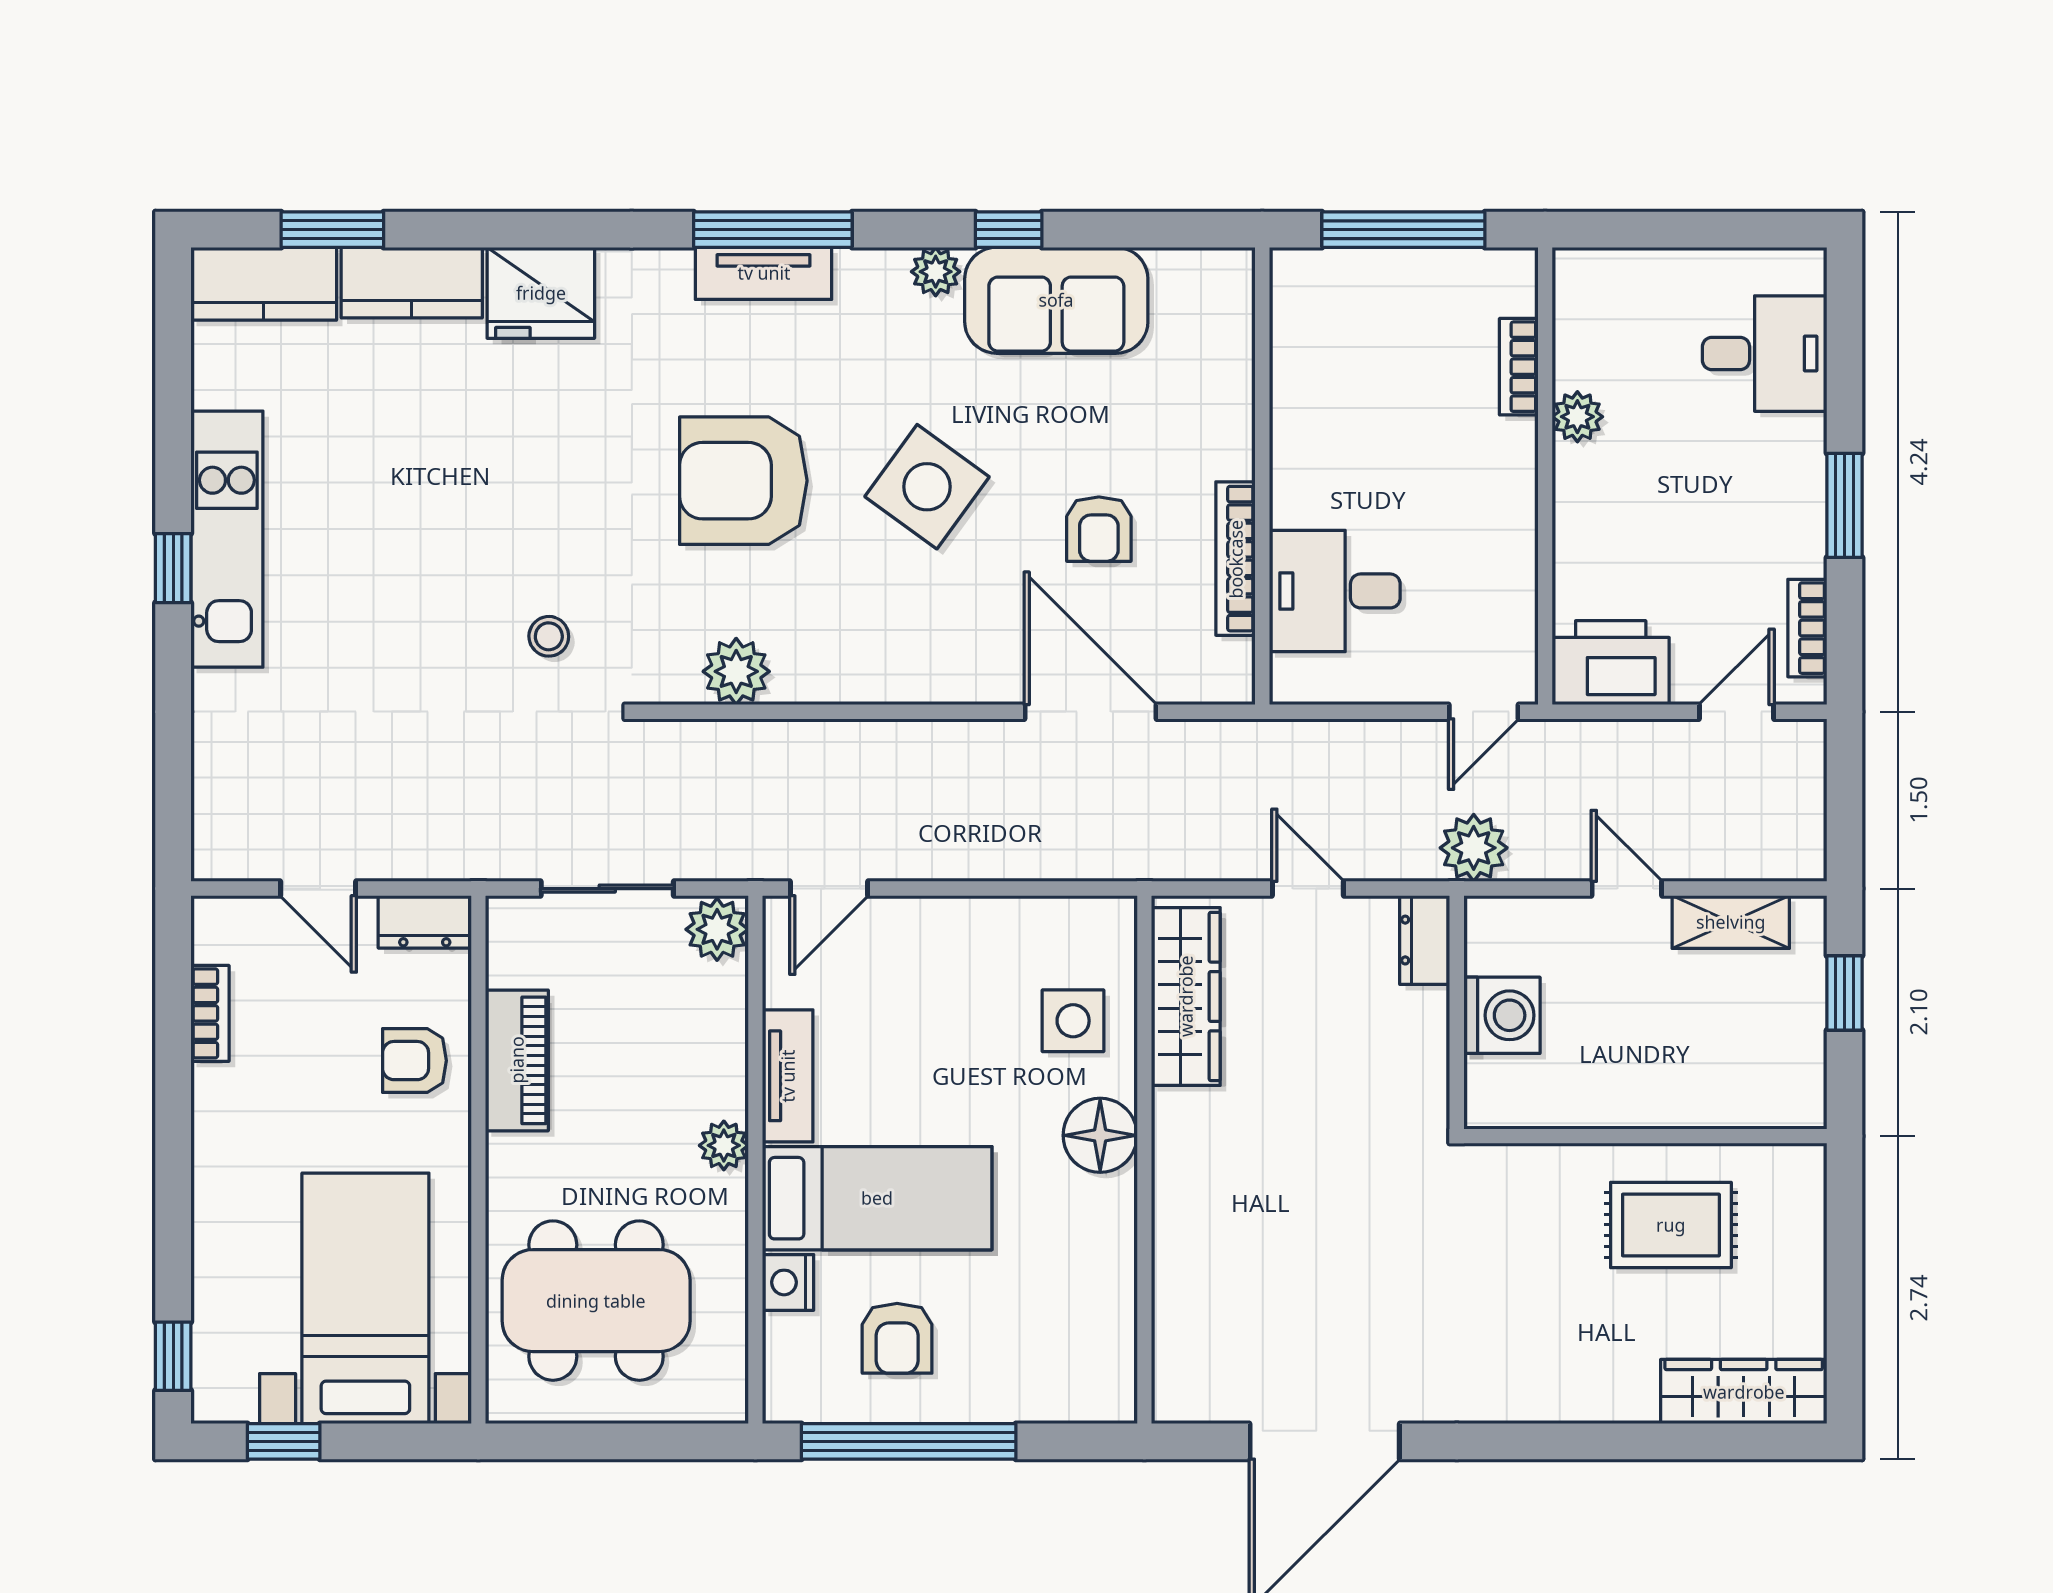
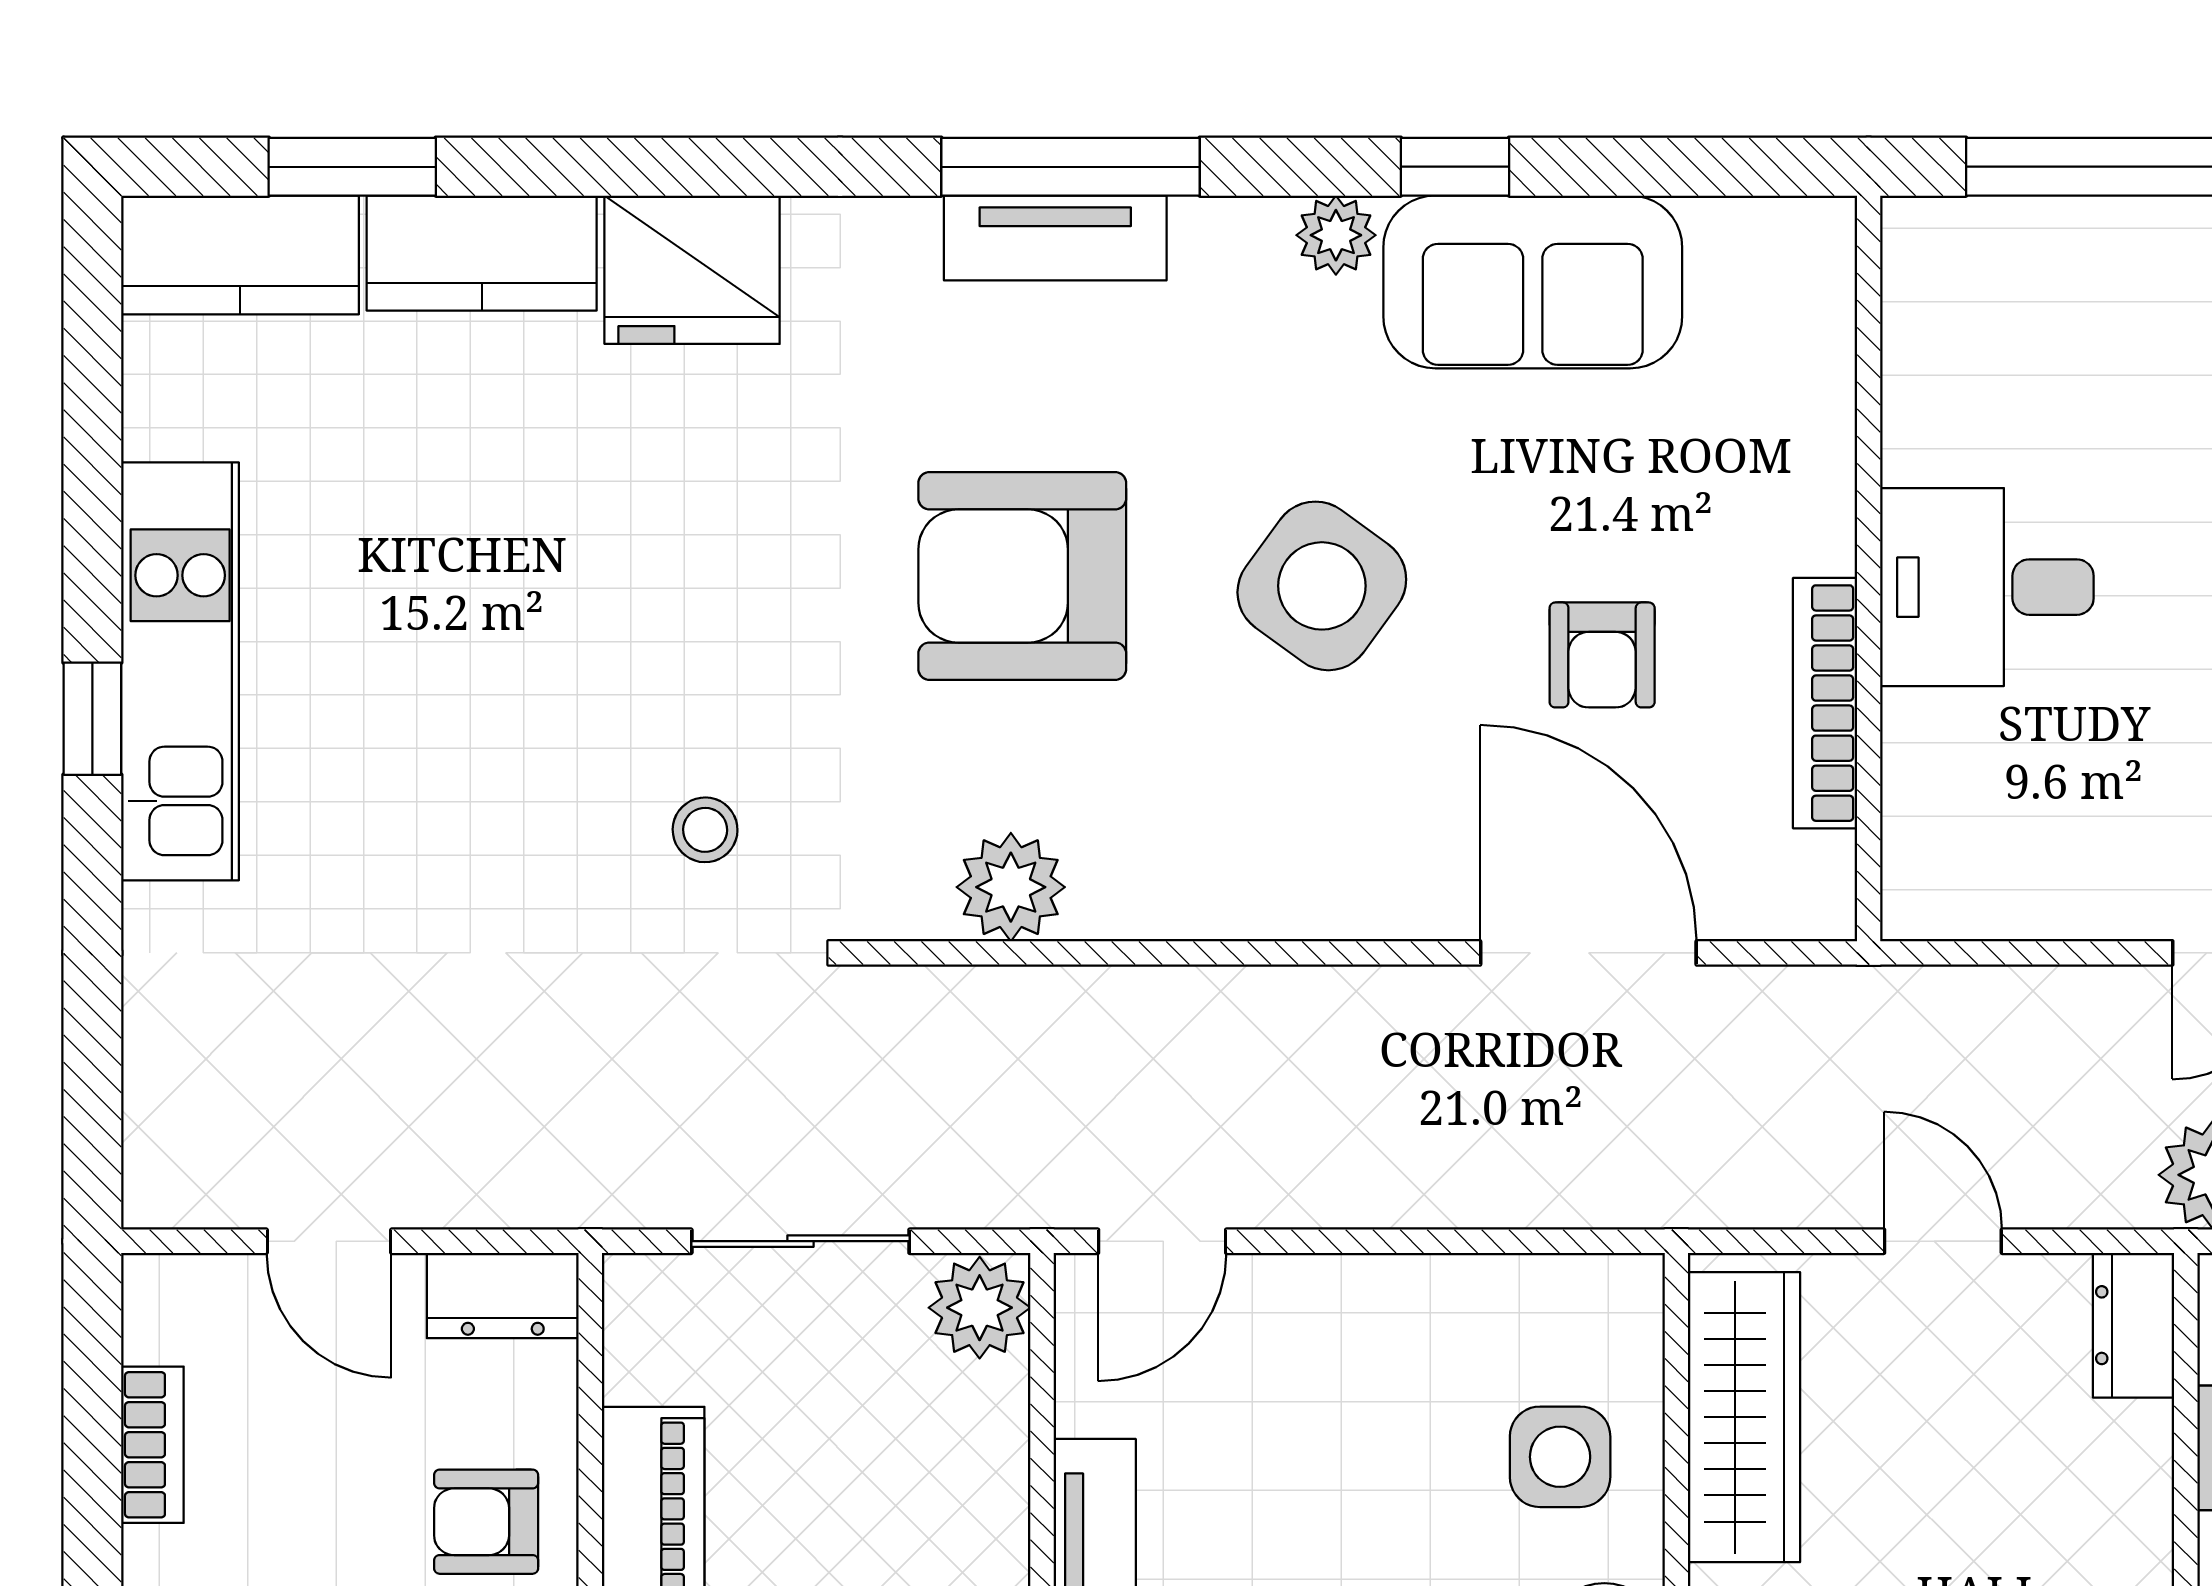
desk: (1335, 591) -> (1987, 587), moved

